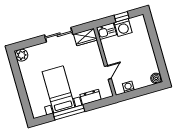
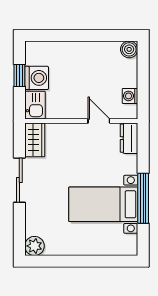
dresser: (91, 97) -> (129, 138), moved

